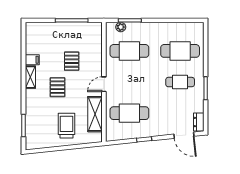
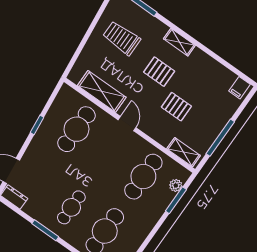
shelving: (97, 37) -> (184, 152), added
filing cabinet: (32, 60) -> (239, 88), moved
shelving: (30, 77) -> (179, 42), moved
trolley: (67, 126) -> (122, 38), moved, turned 180

